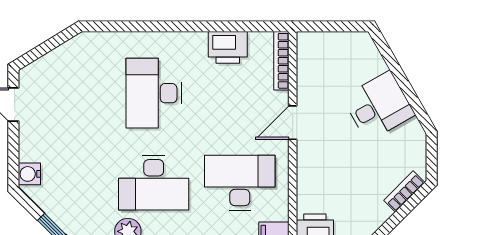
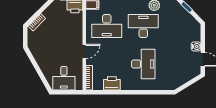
desk: (379, 106) -> (64, 78), moved, turned -60
water cooler: (29, 174) -> (196, 46), moved

